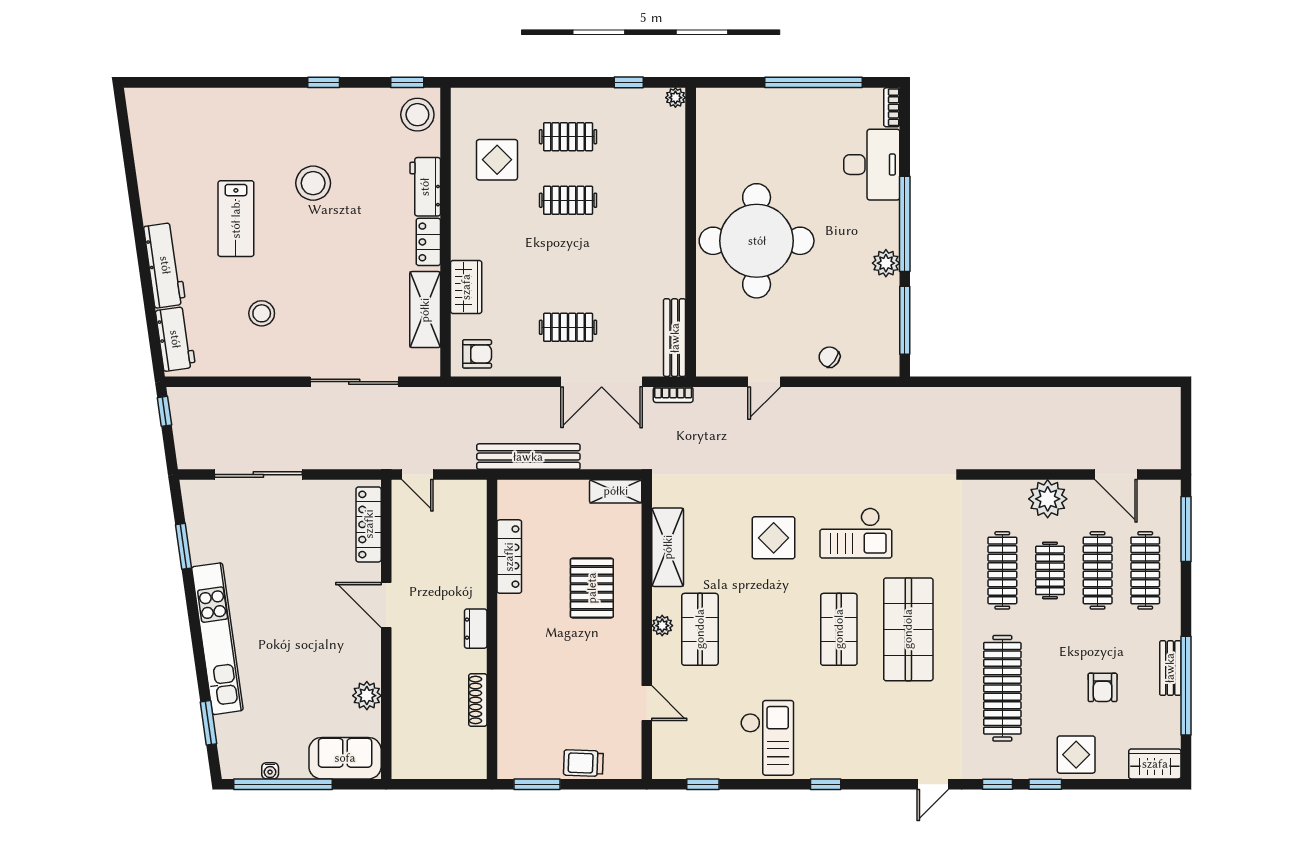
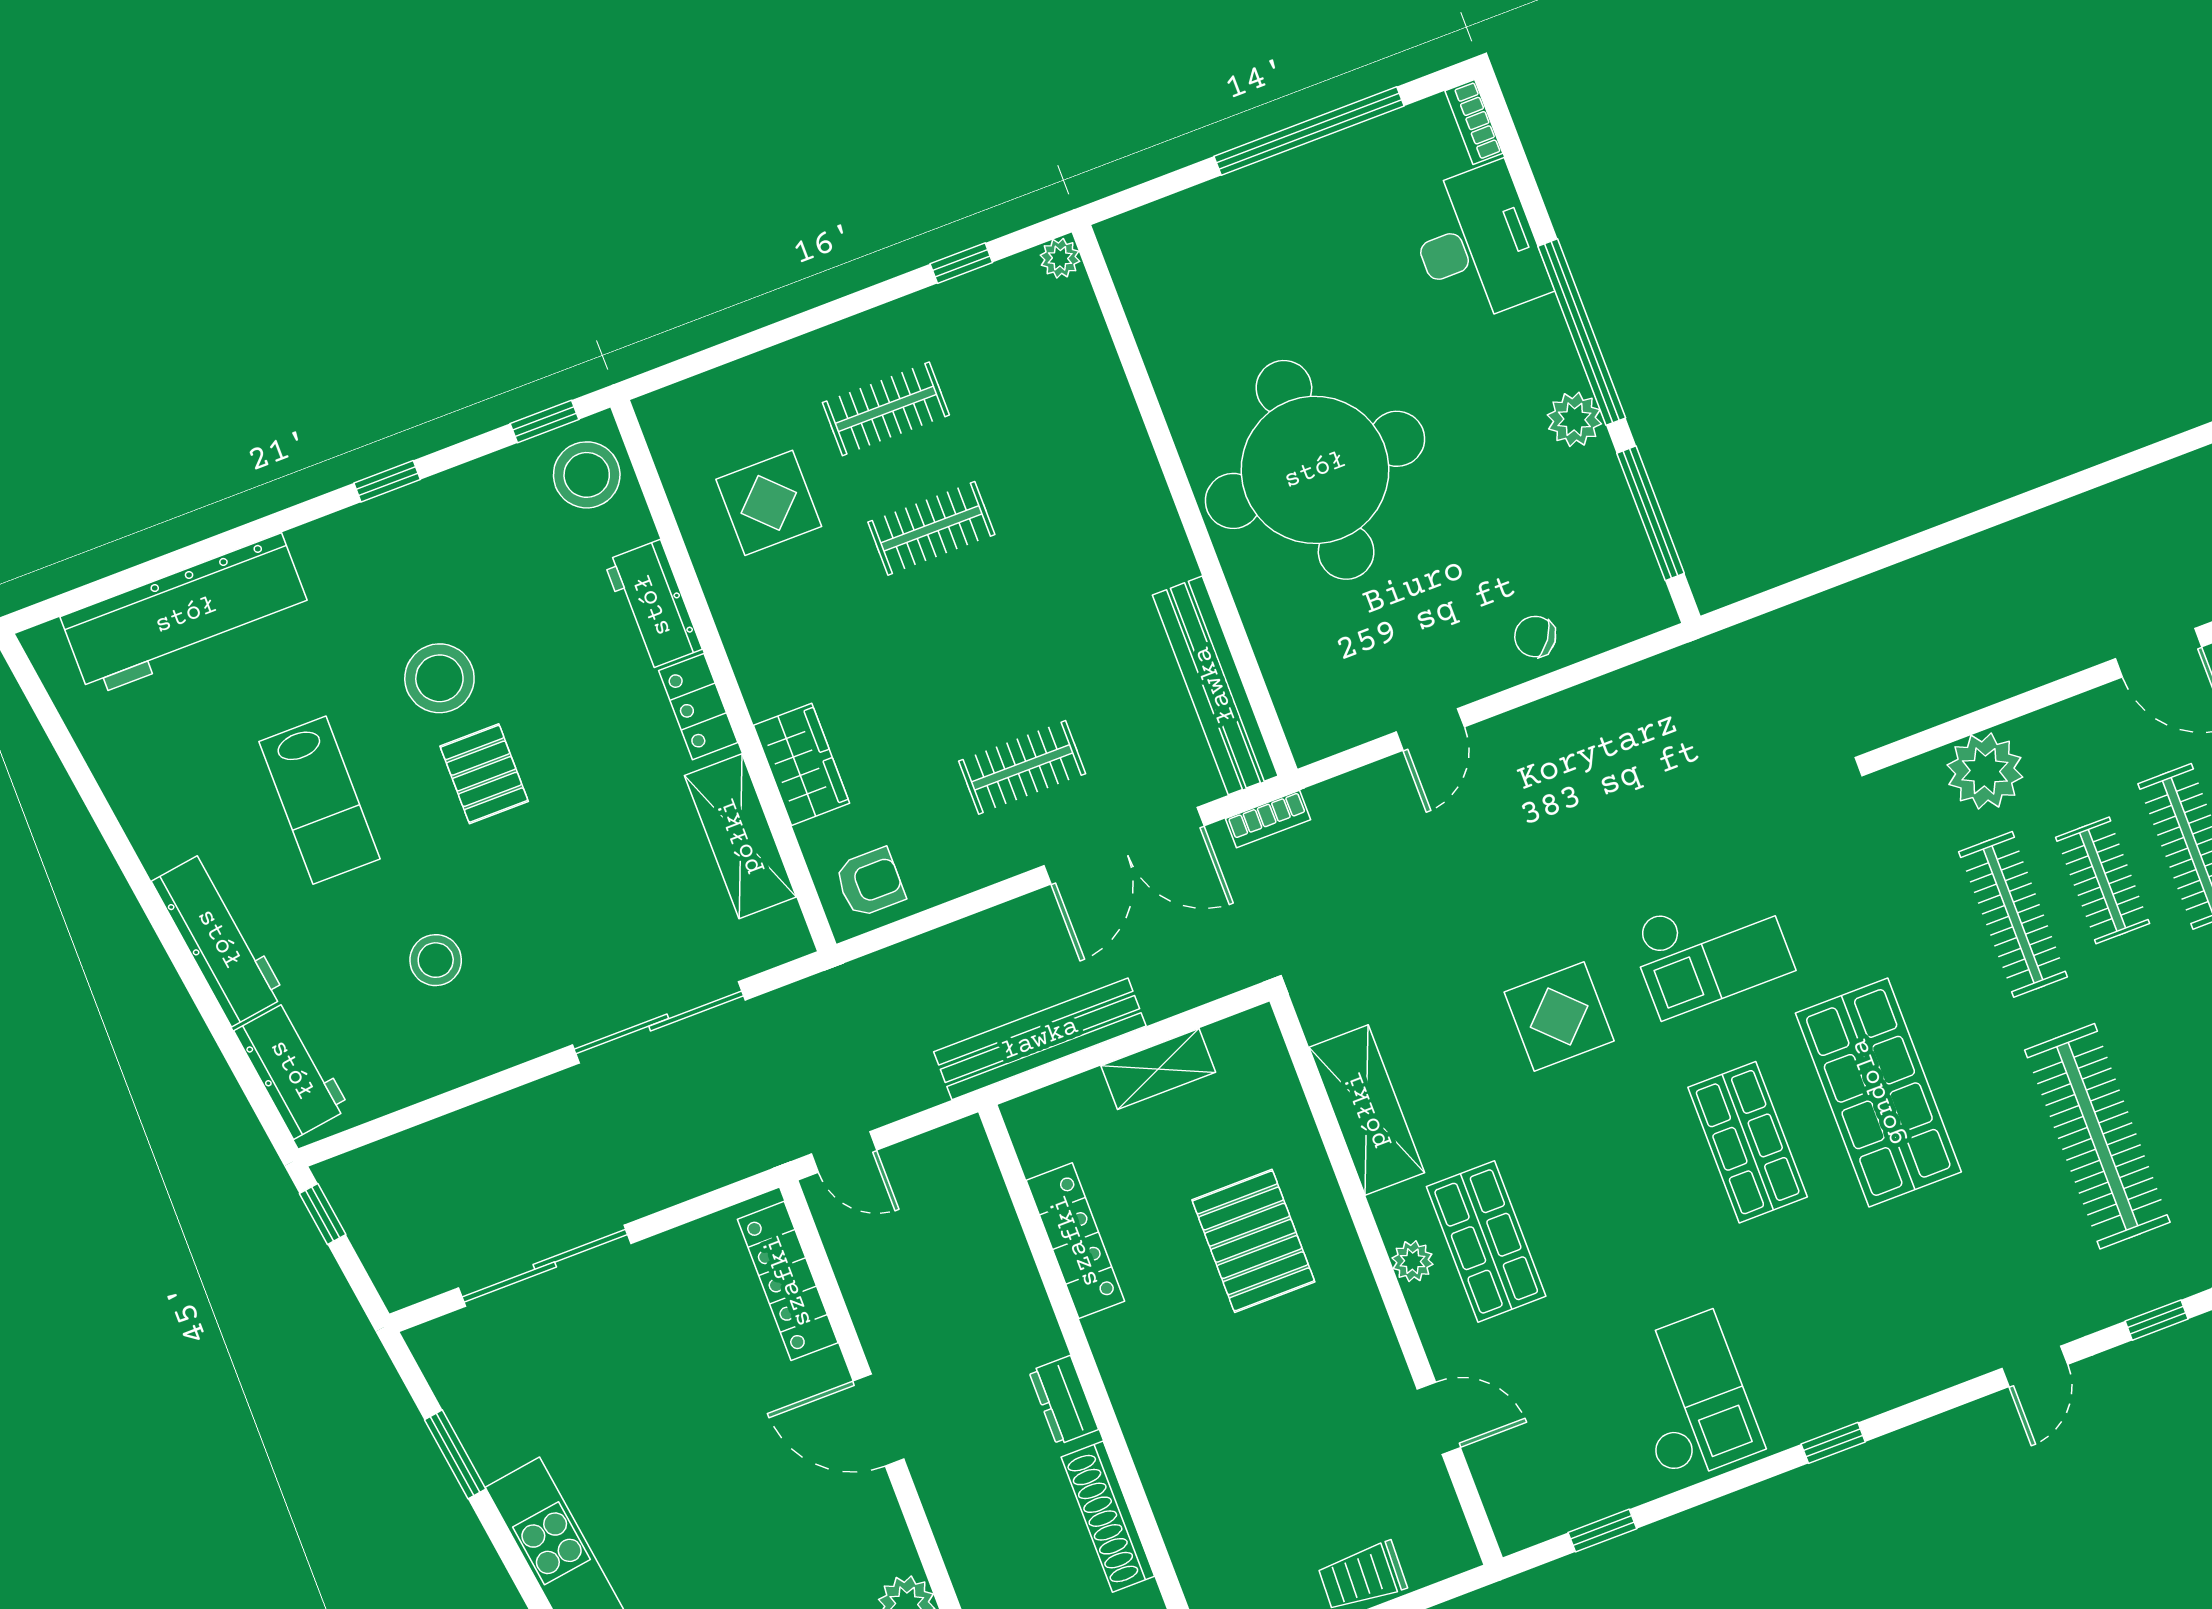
workbench: (207, 109) -> (186, 615), added
pallet: (317, 235) -> (484, 774), added
bench: (675, 338) -> (1215, 685), width x1.37, depth x1.21
shelving: (616, 491) -> (1158, 1069), moved
plant: (1048, 499) -> (1985, 771), moved
shoe rack: (478, 700) -> (1108, 1517), width x1.36, depth x1.24

